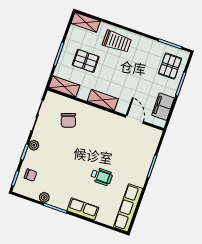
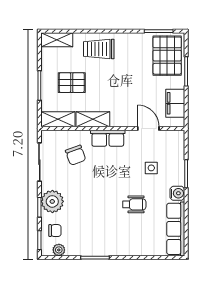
trolley: (117, 41) -> (99, 49), turned 180
pallet: (170, 66) -> (167, 56), width x1.50, depth x1.42
shelving: (103, 100) -> (93, 119), moved
plant: (34, 145) -> (52, 201), width x1.88, depth x1.88
side table: (126, 152) -> (151, 168), added
water cooler: (139, 180) -> (177, 193), added
plant: (44, 197) -> (59, 250), moved
row of seats: (83, 209) -> (108, 138), moved, turned 180

